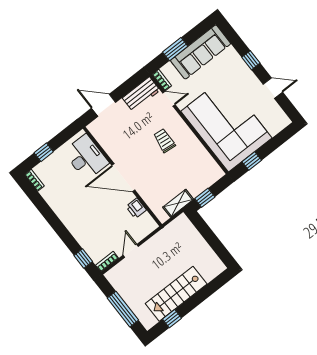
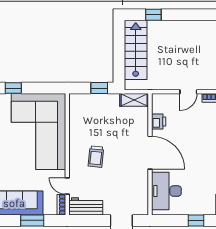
window: (252, 161) -> (13, 88), moved
shelving: (178, 203) -> (134, 100), moved
stairs: (176, 294) -> (136, 50), moved, turned -90
window: (172, 319) -> (153, 15), moved

